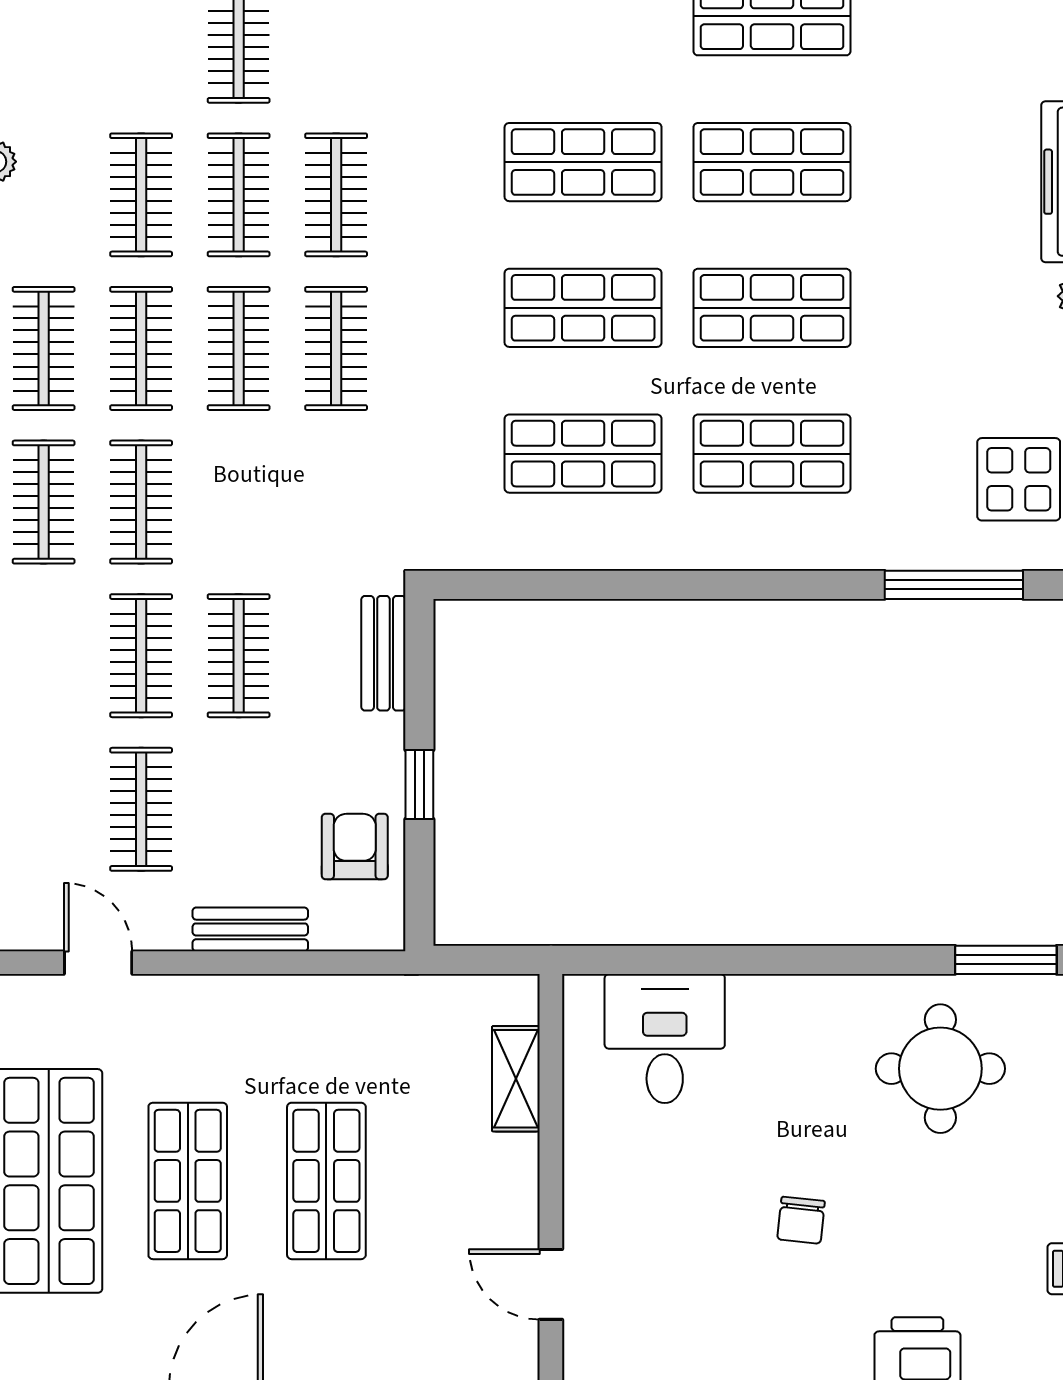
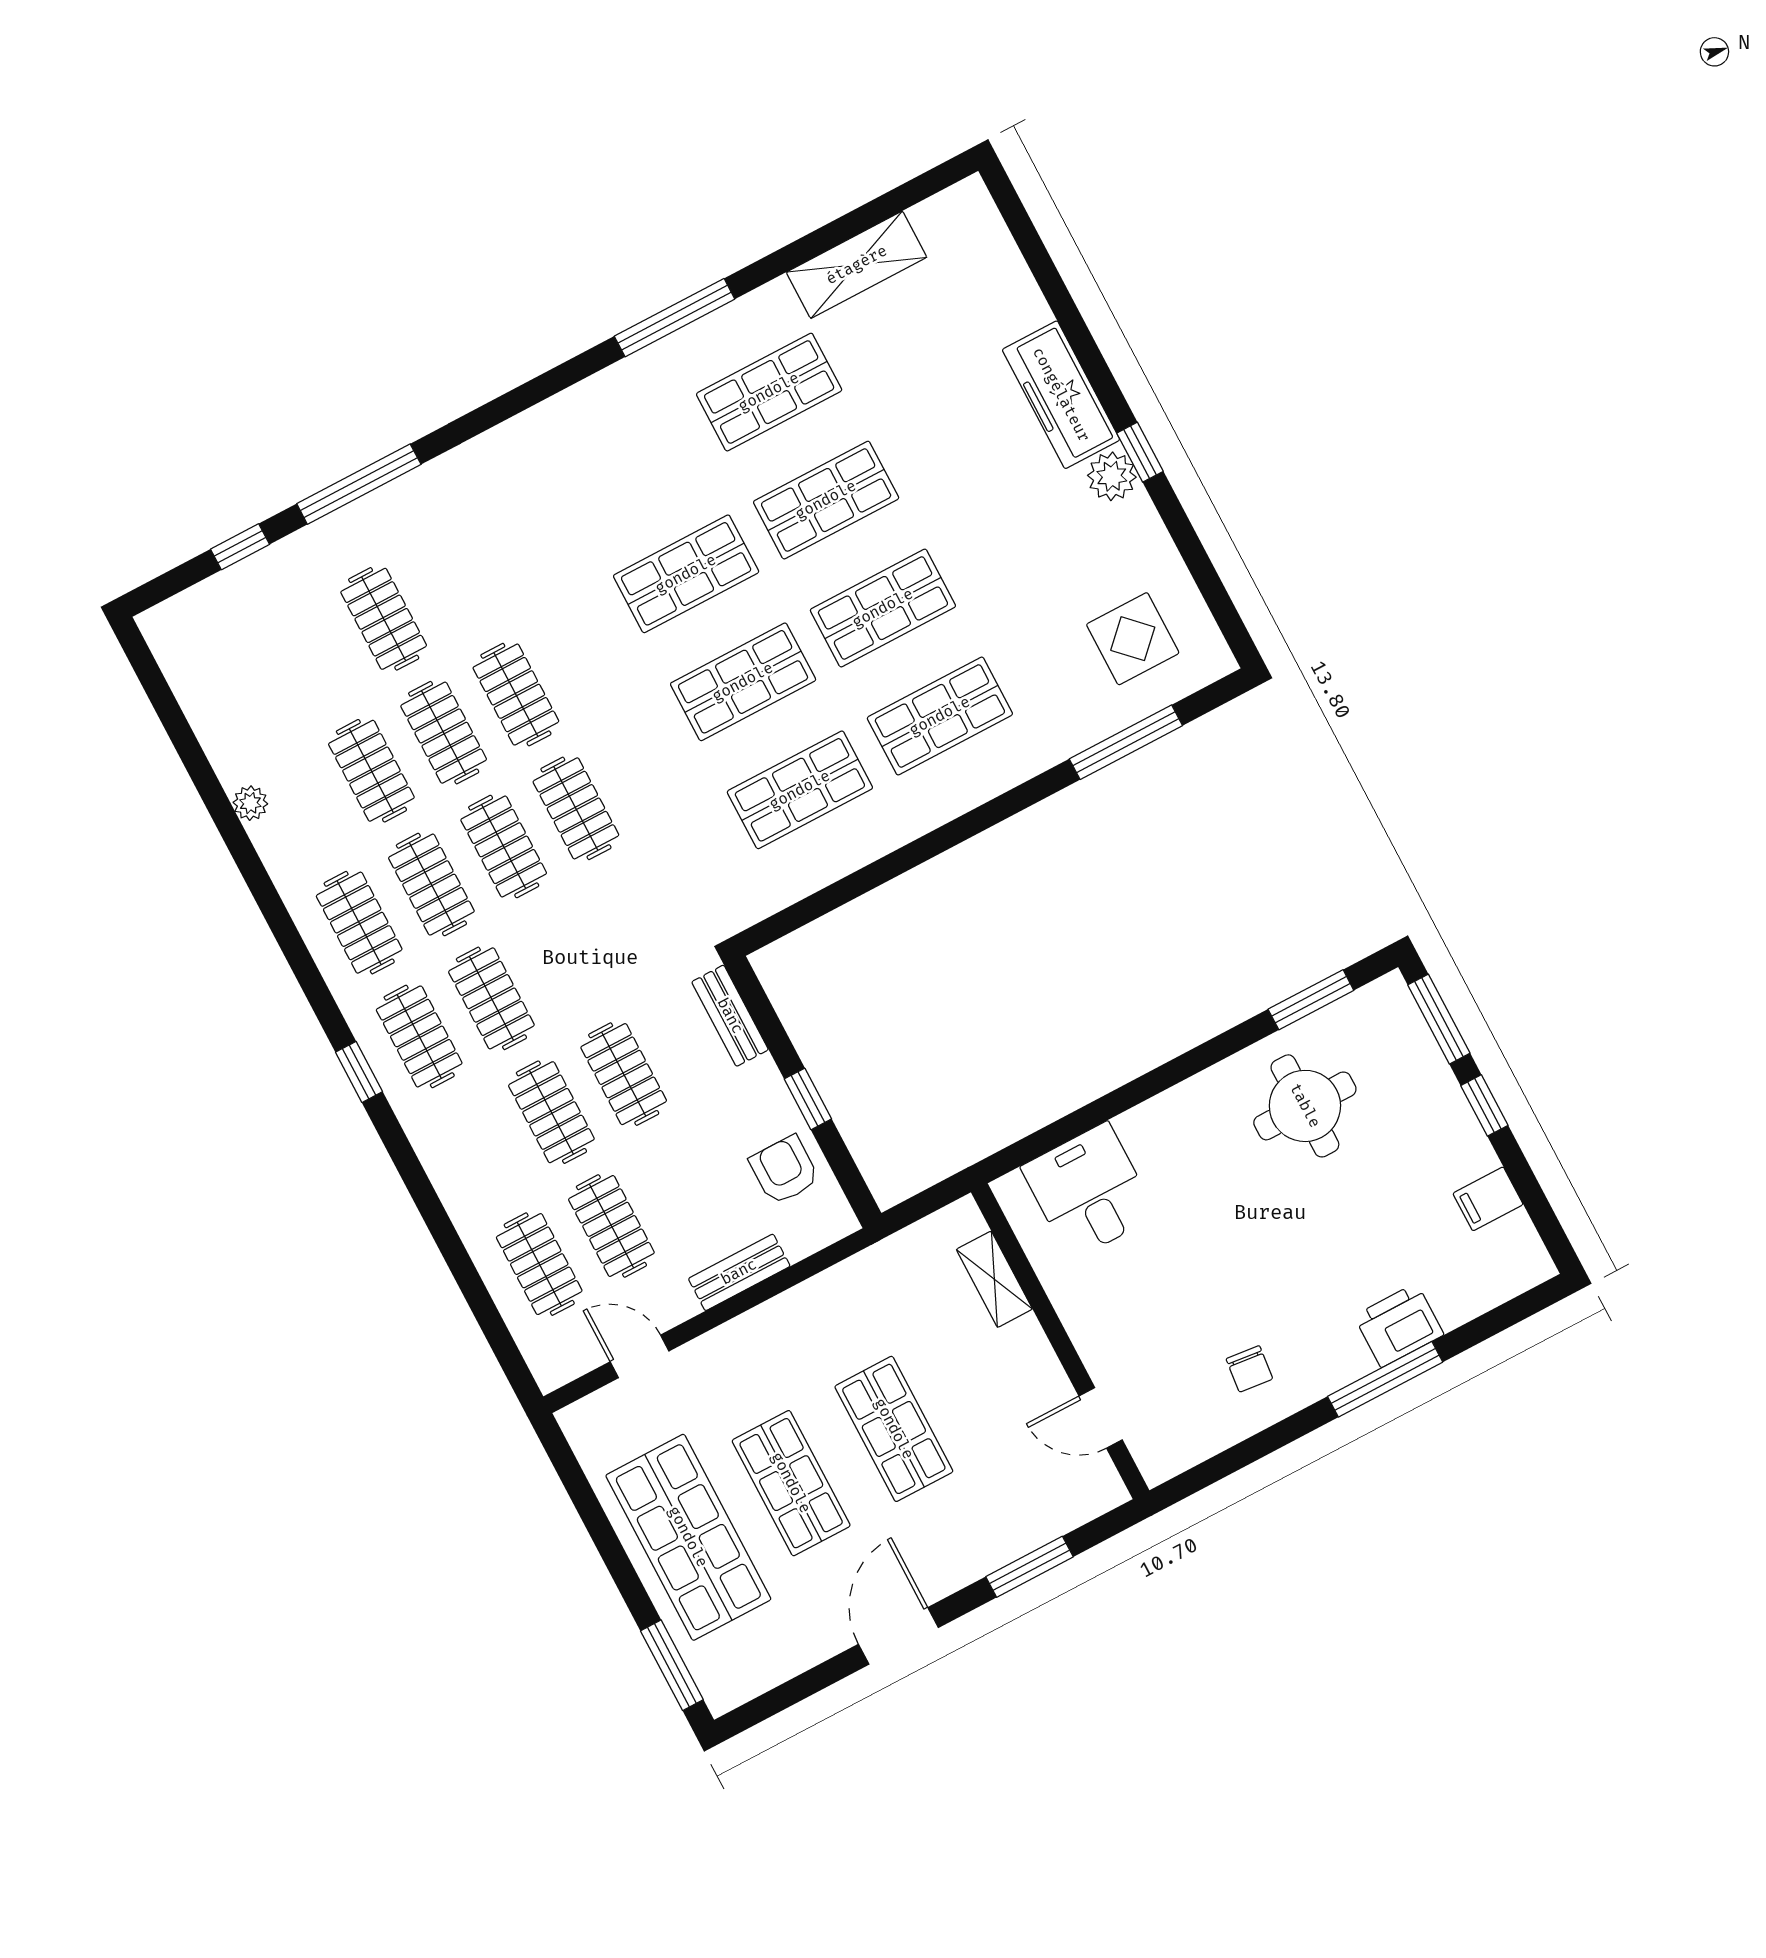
clothes rail: (44, 809) -> (539, 1264), added
chair: (801, 1220) -> (1249, 1369), moved

